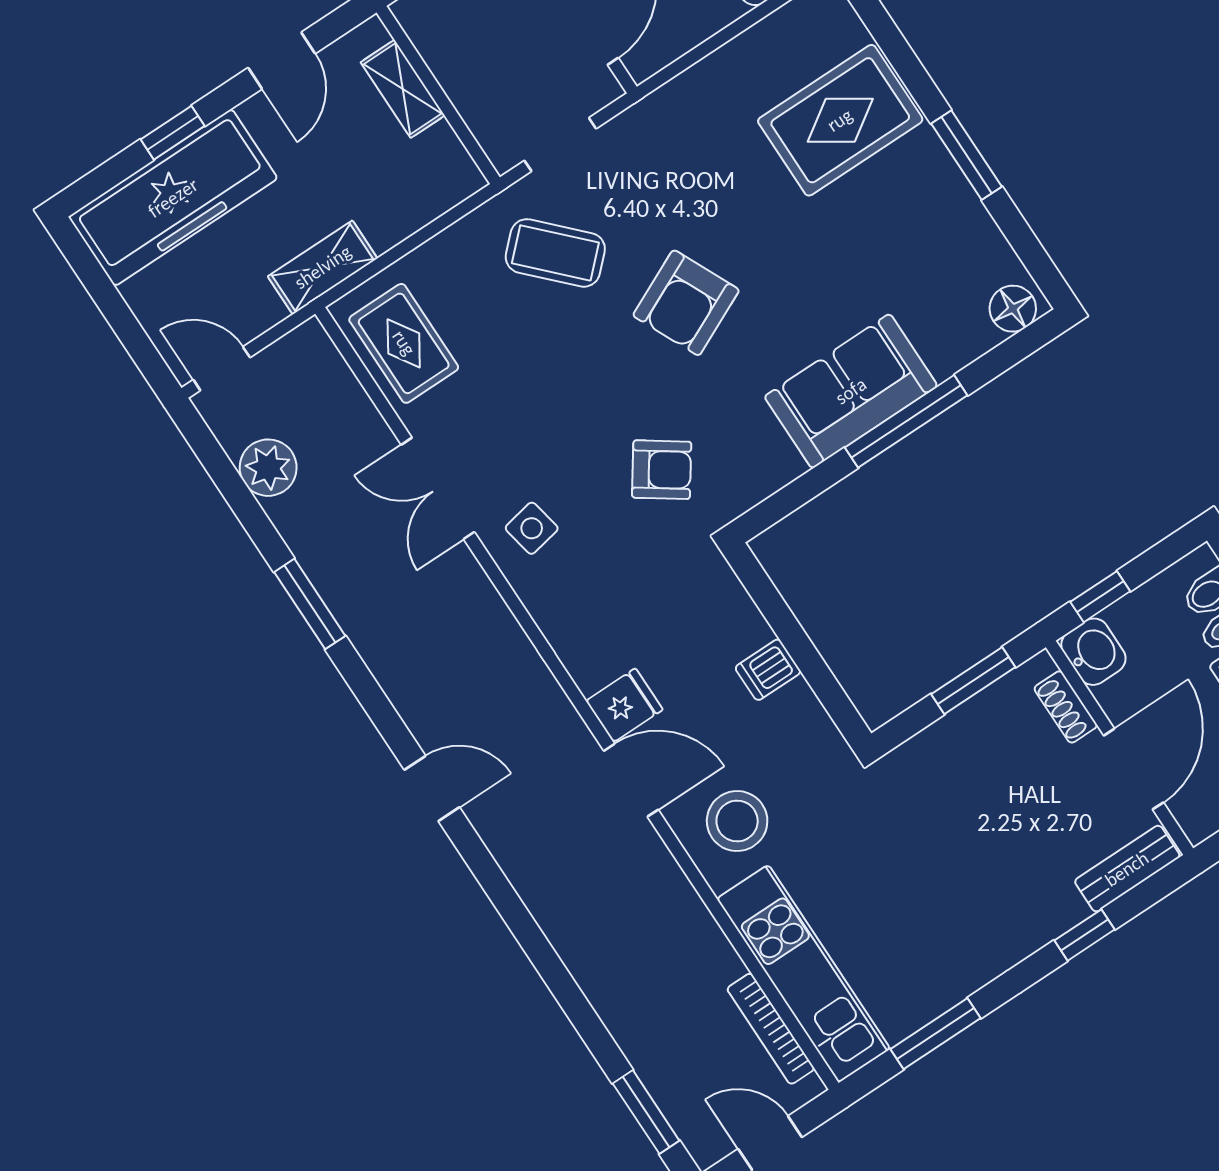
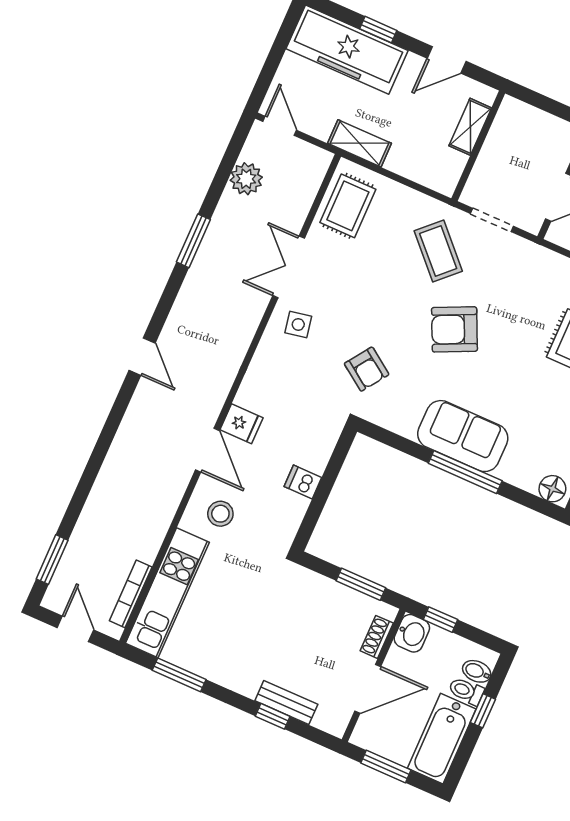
stool: (737, 821) -> (220, 514), width x0.73, depth x0.73
bench: (1127, 869) -> (286, 703), moved

